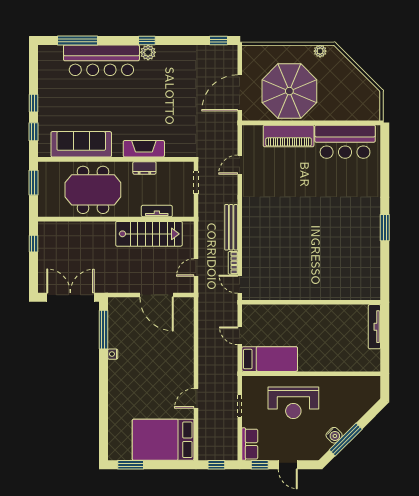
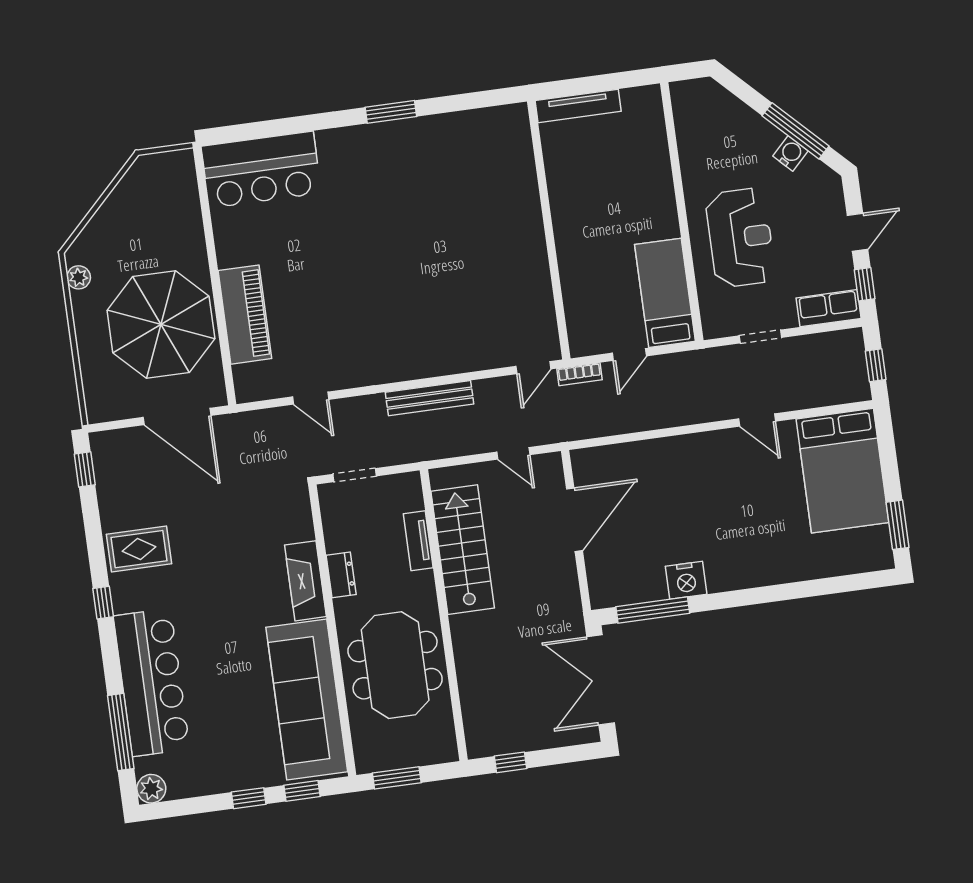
plant: (148, 52) -> (151, 789), moved
rug: (173, 63) -> (139, 549), added
bar counter: (345, 142) -> (261, 170), moved, turned 90
sofa: (81, 144) -> (307, 700), width x1.36, depth x1.27
bookcase: (233, 263) -> (580, 374), moved
nightstand: (113, 354) -> (686, 580), width x1.89, depth x1.79

